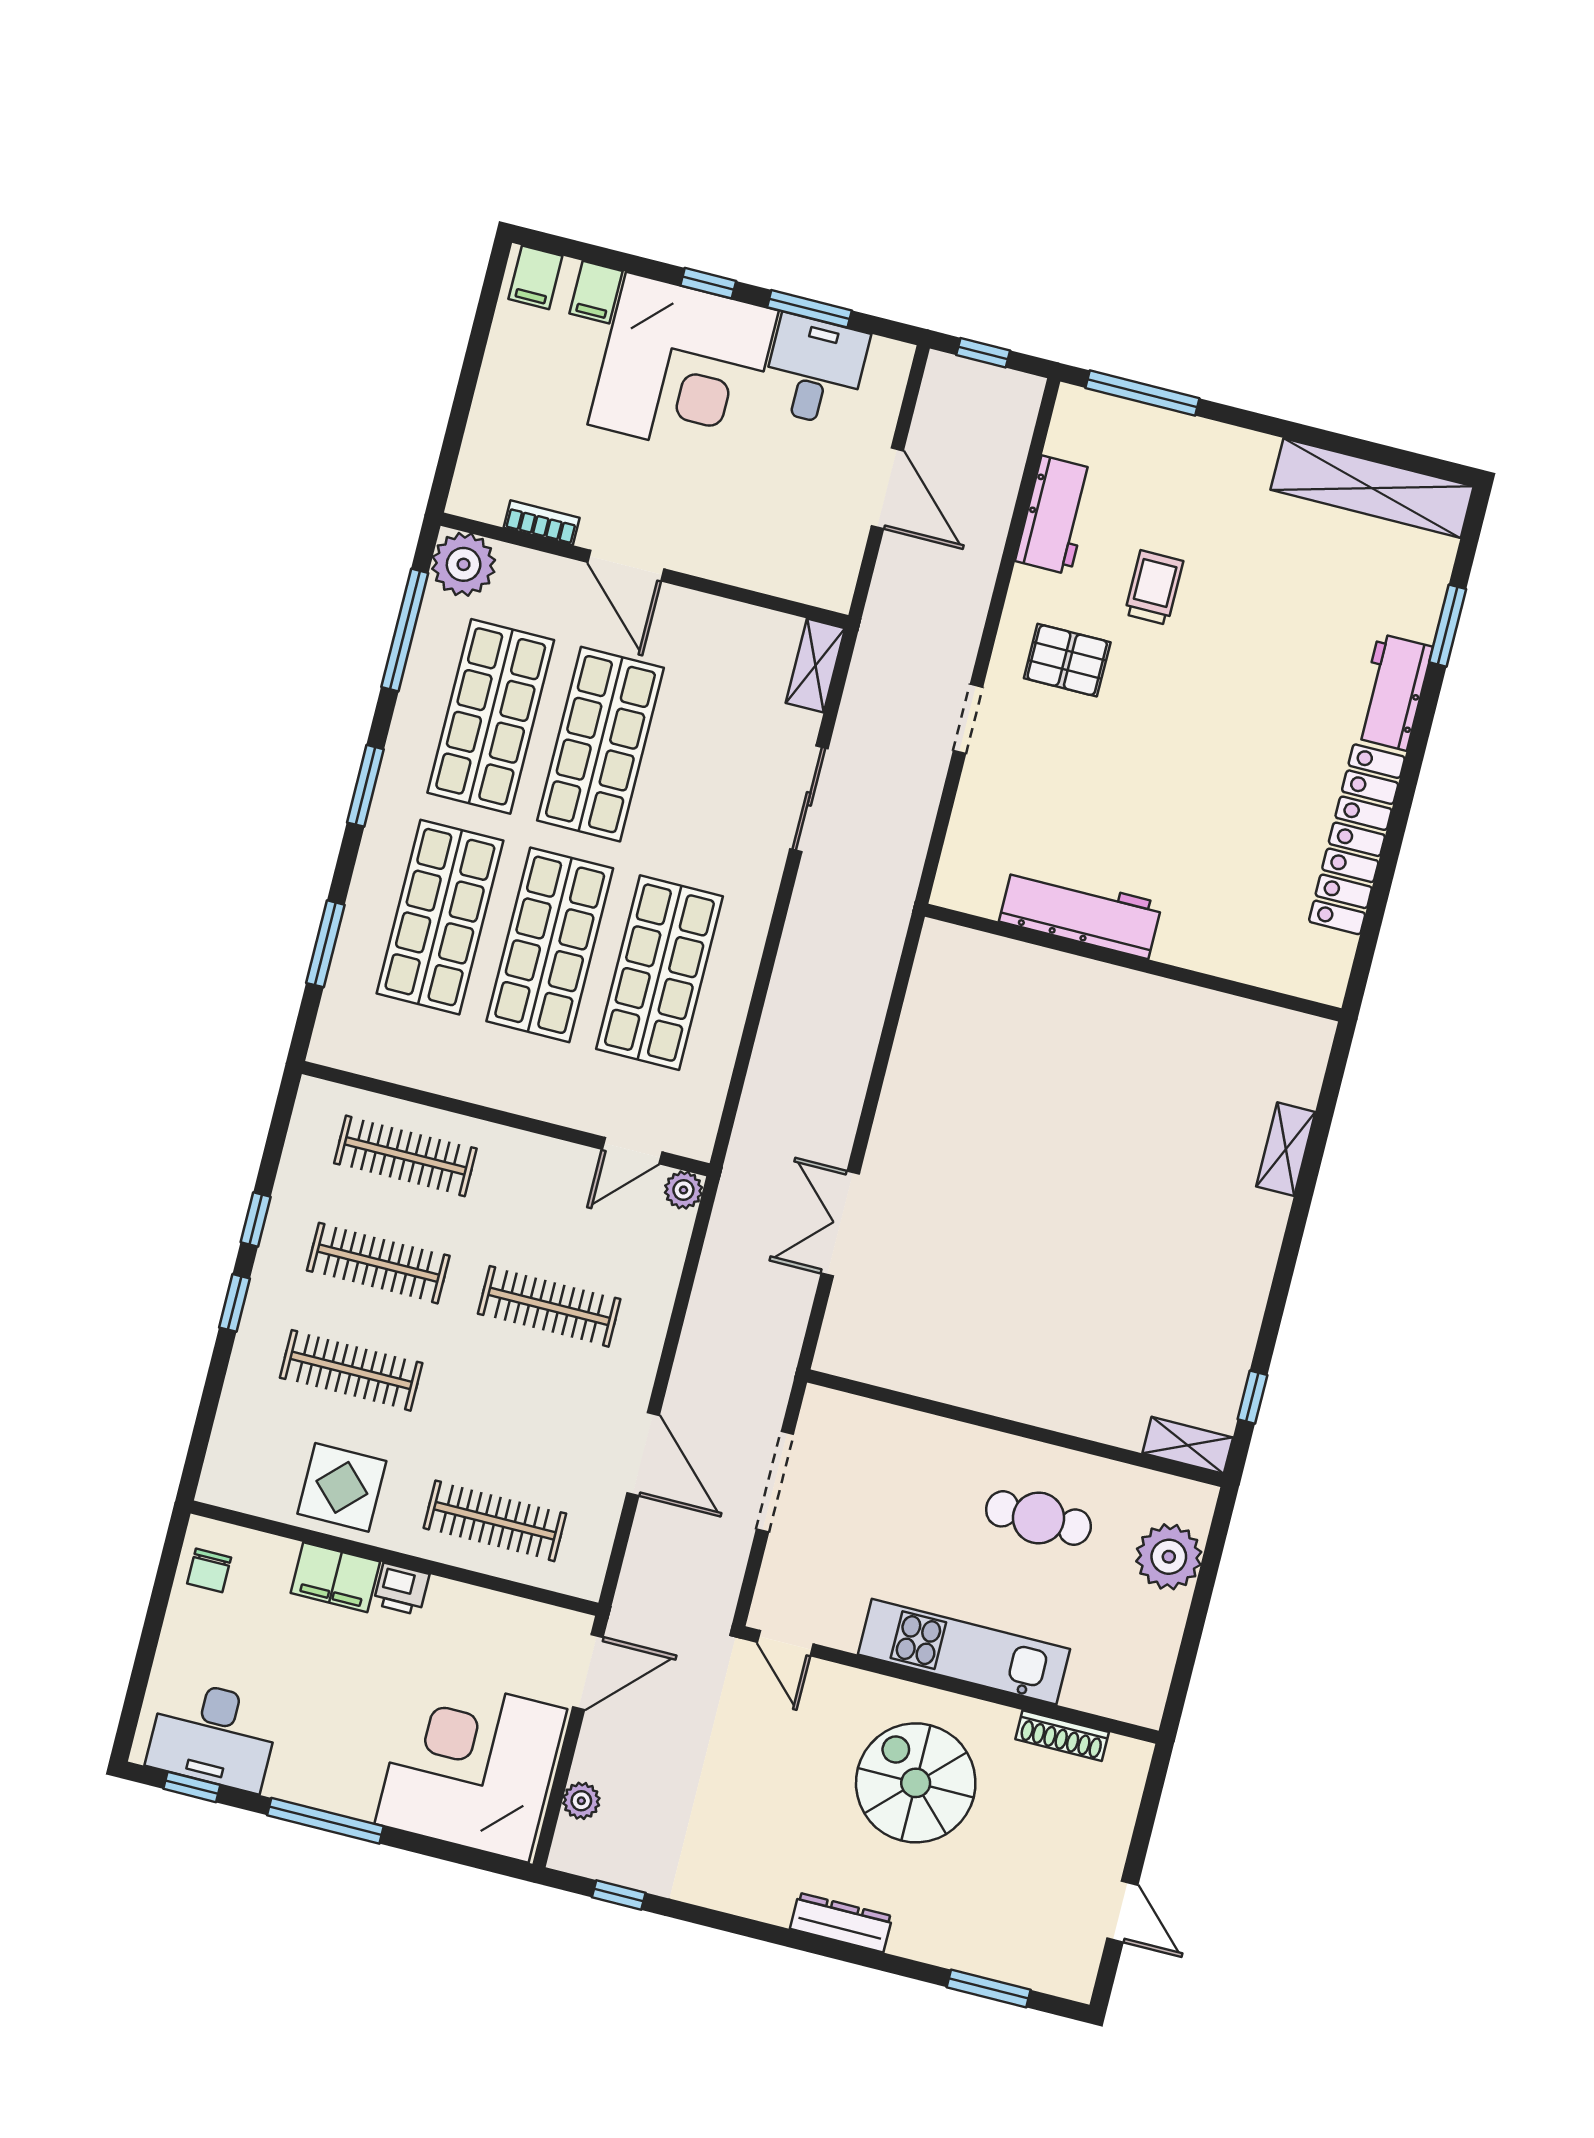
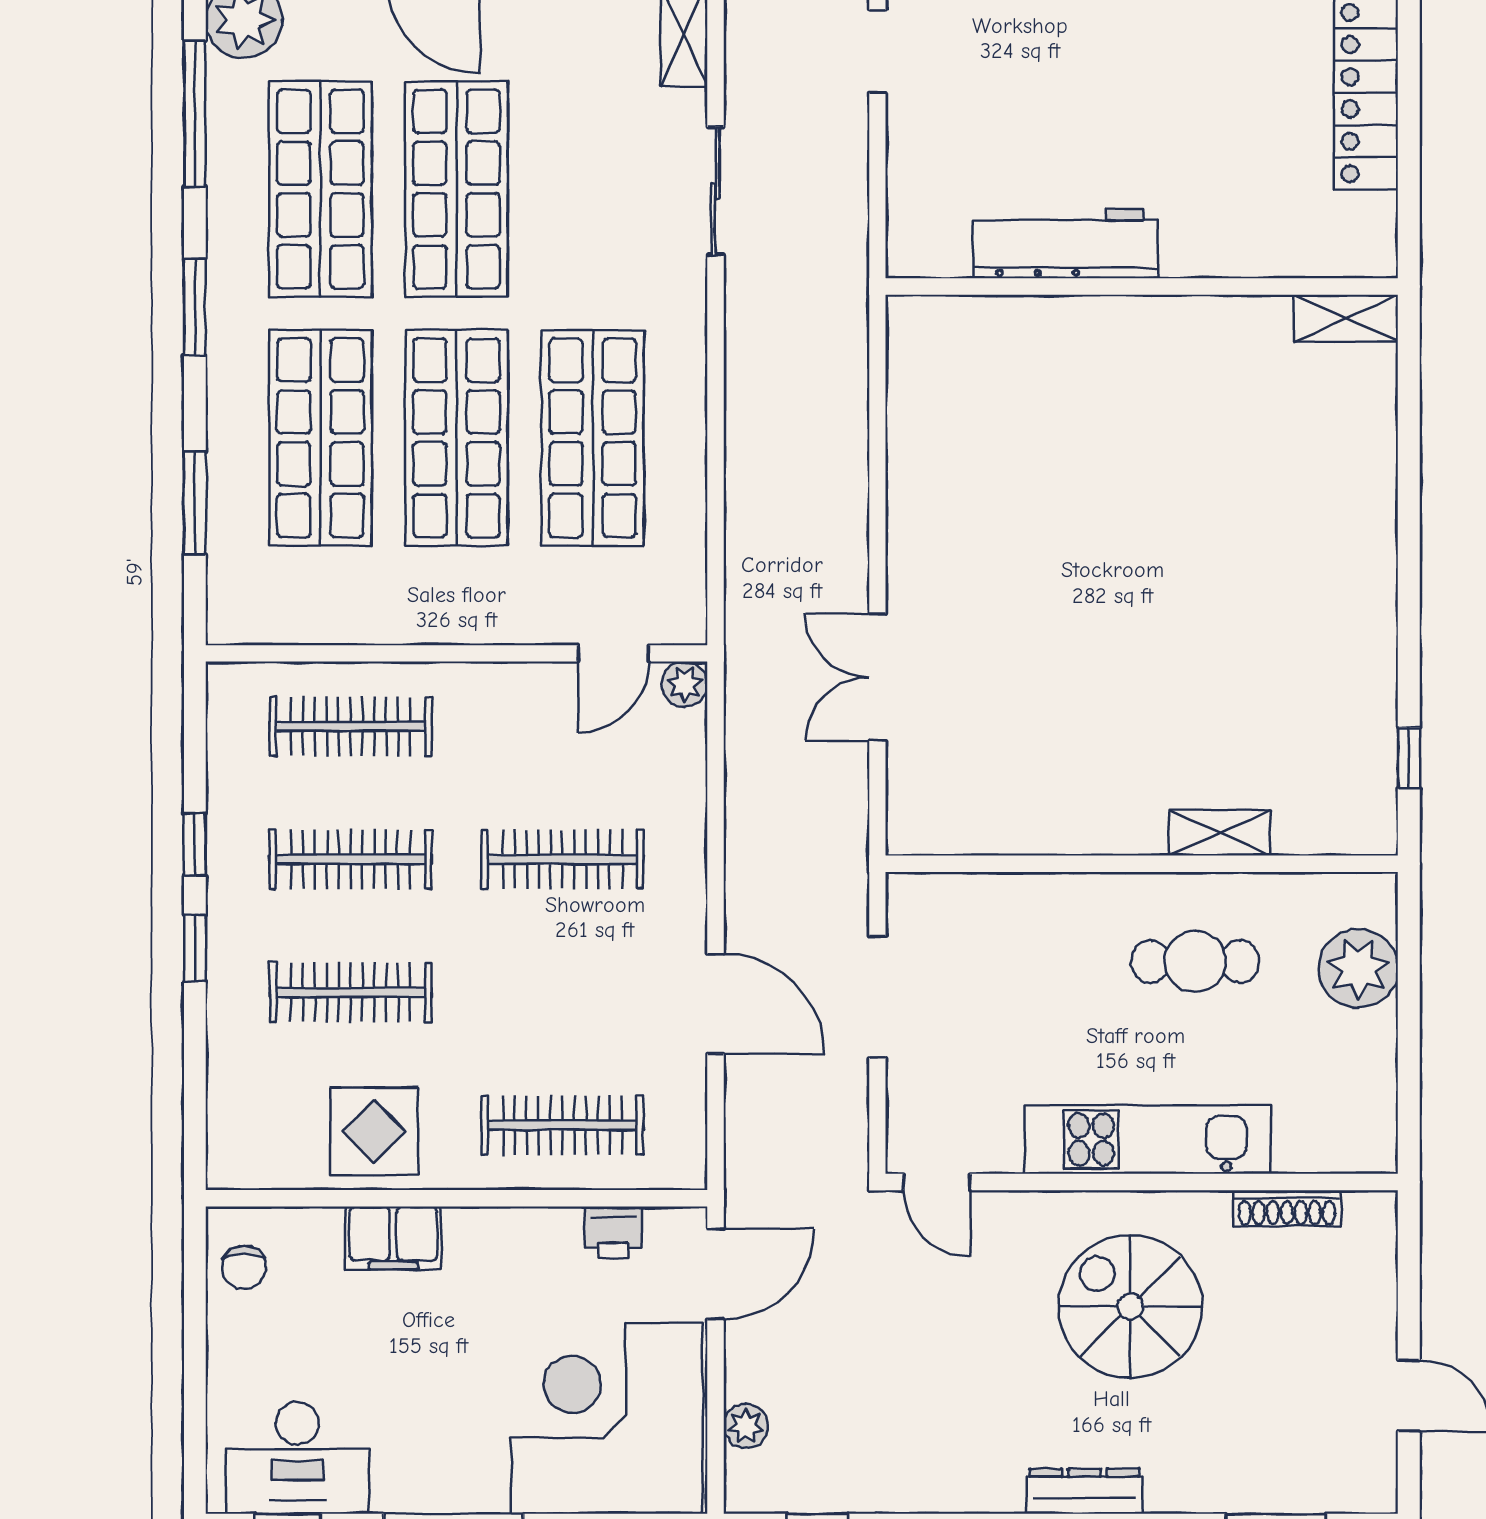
shelving: (1286, 1149) -> (1346, 318), moved, turned 90
shelving: (1188, 1445) -> (1220, 833), moved
printer: (401, 1589) -> (613, 1232), moved

